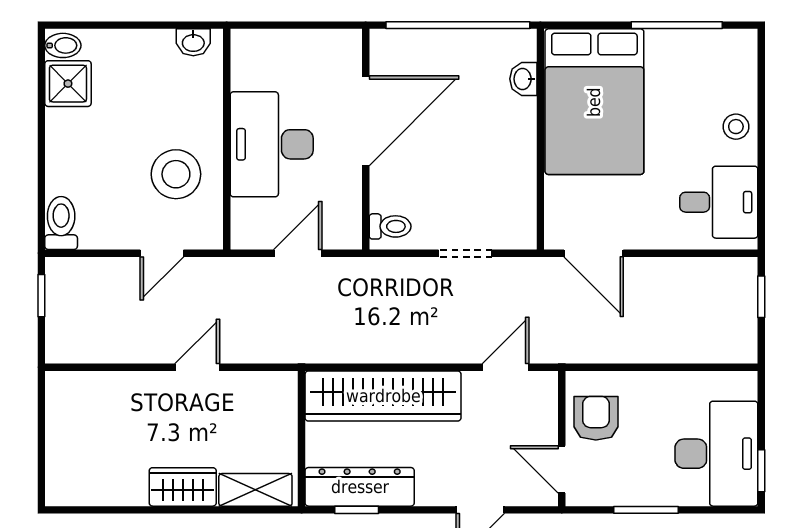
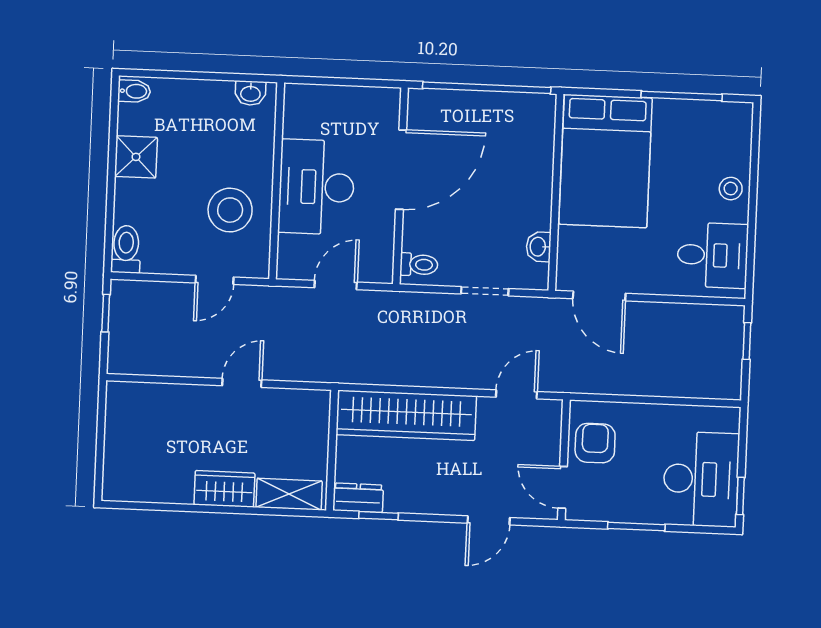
washbasin: (523, 79) -> (538, 247), moved
shower: (68, 84) -> (136, 157), moved
dresser: (360, 487) -> (358, 498), width x0.51, depth x0.80

